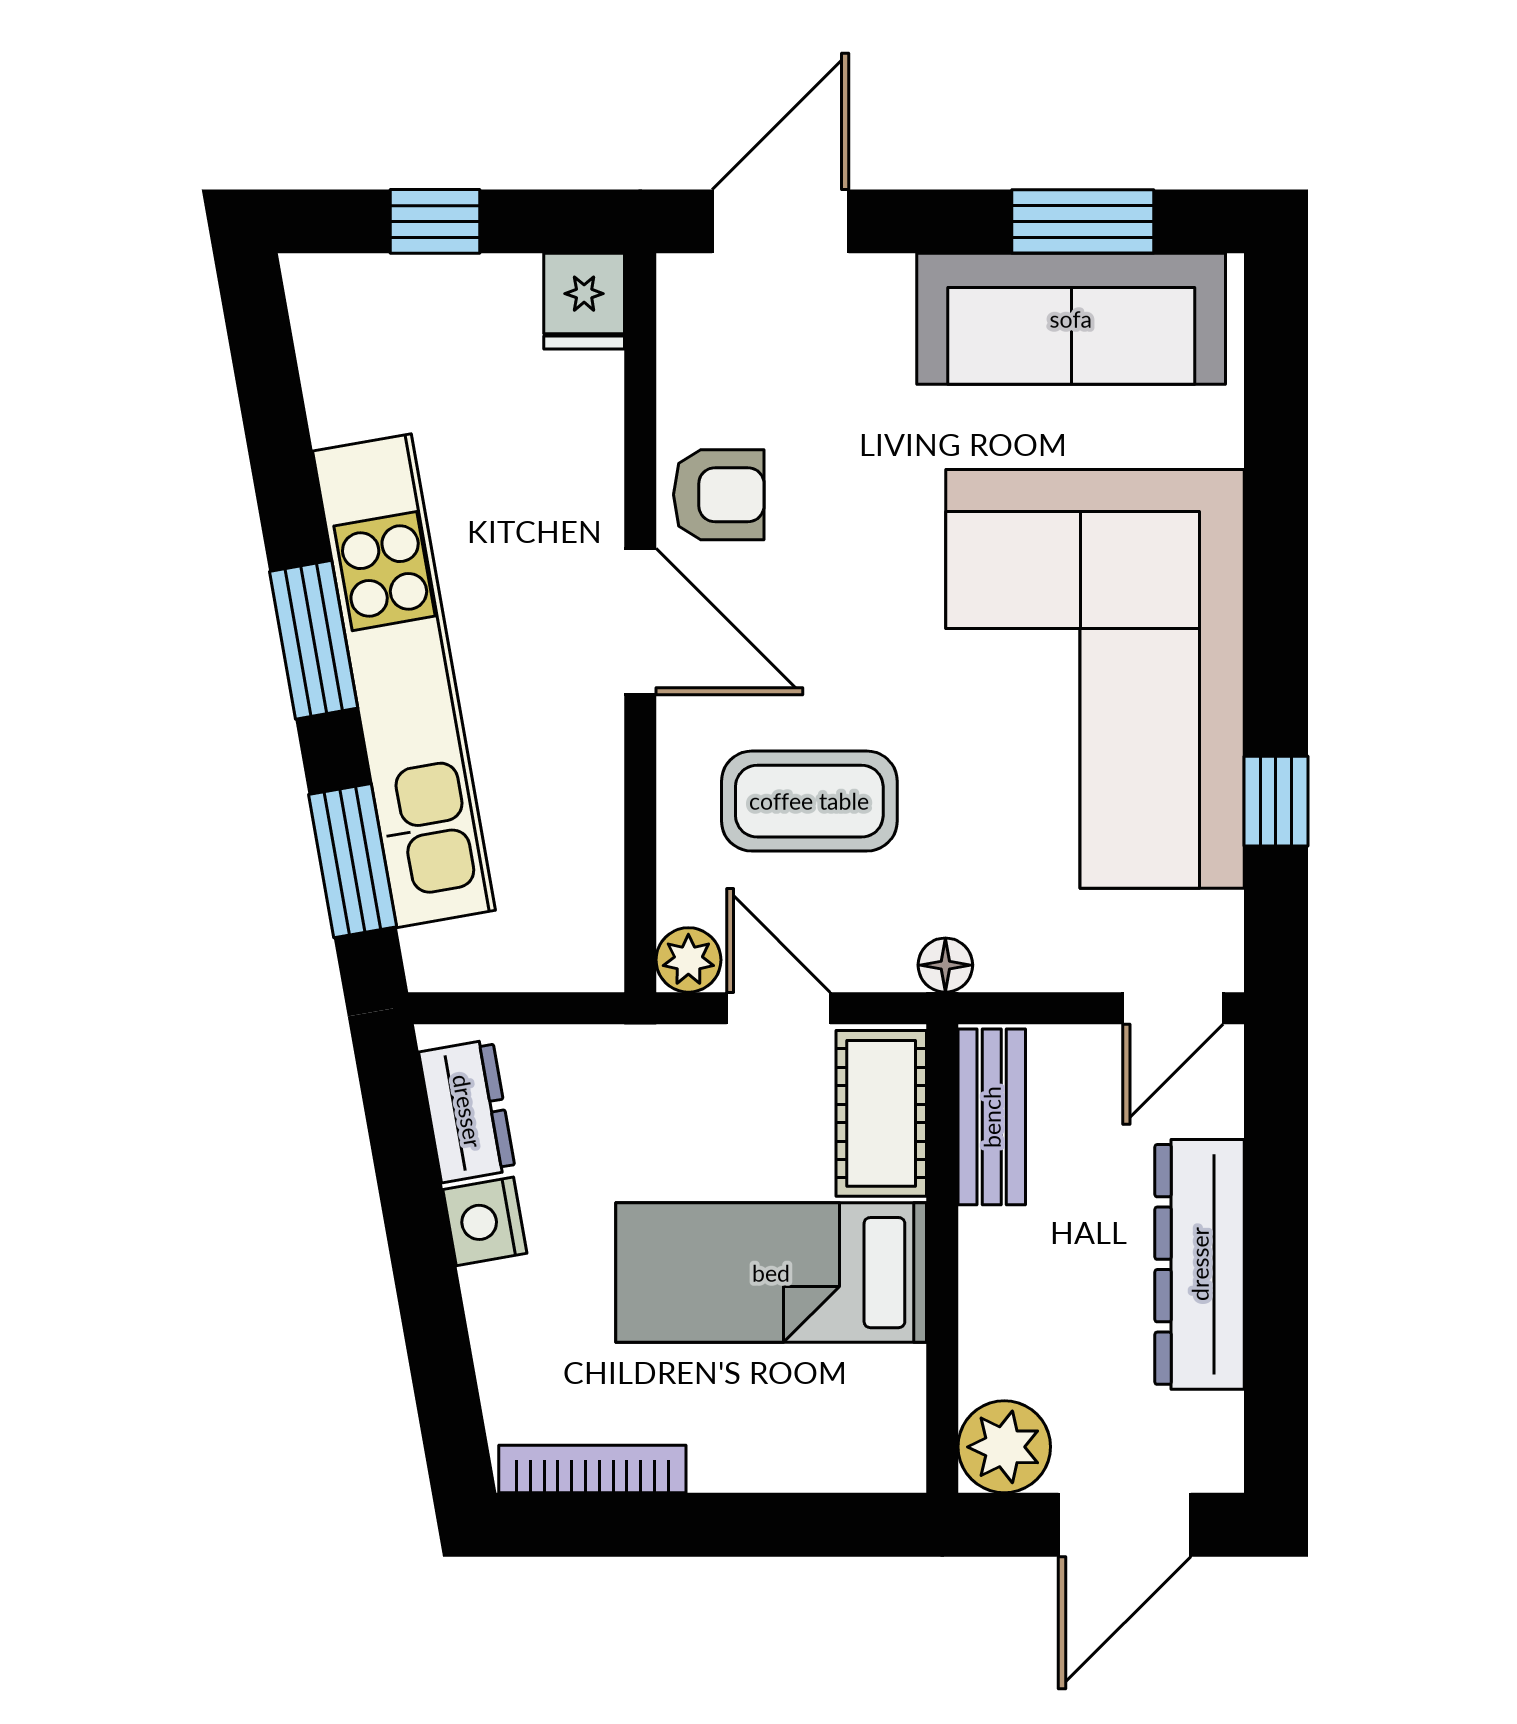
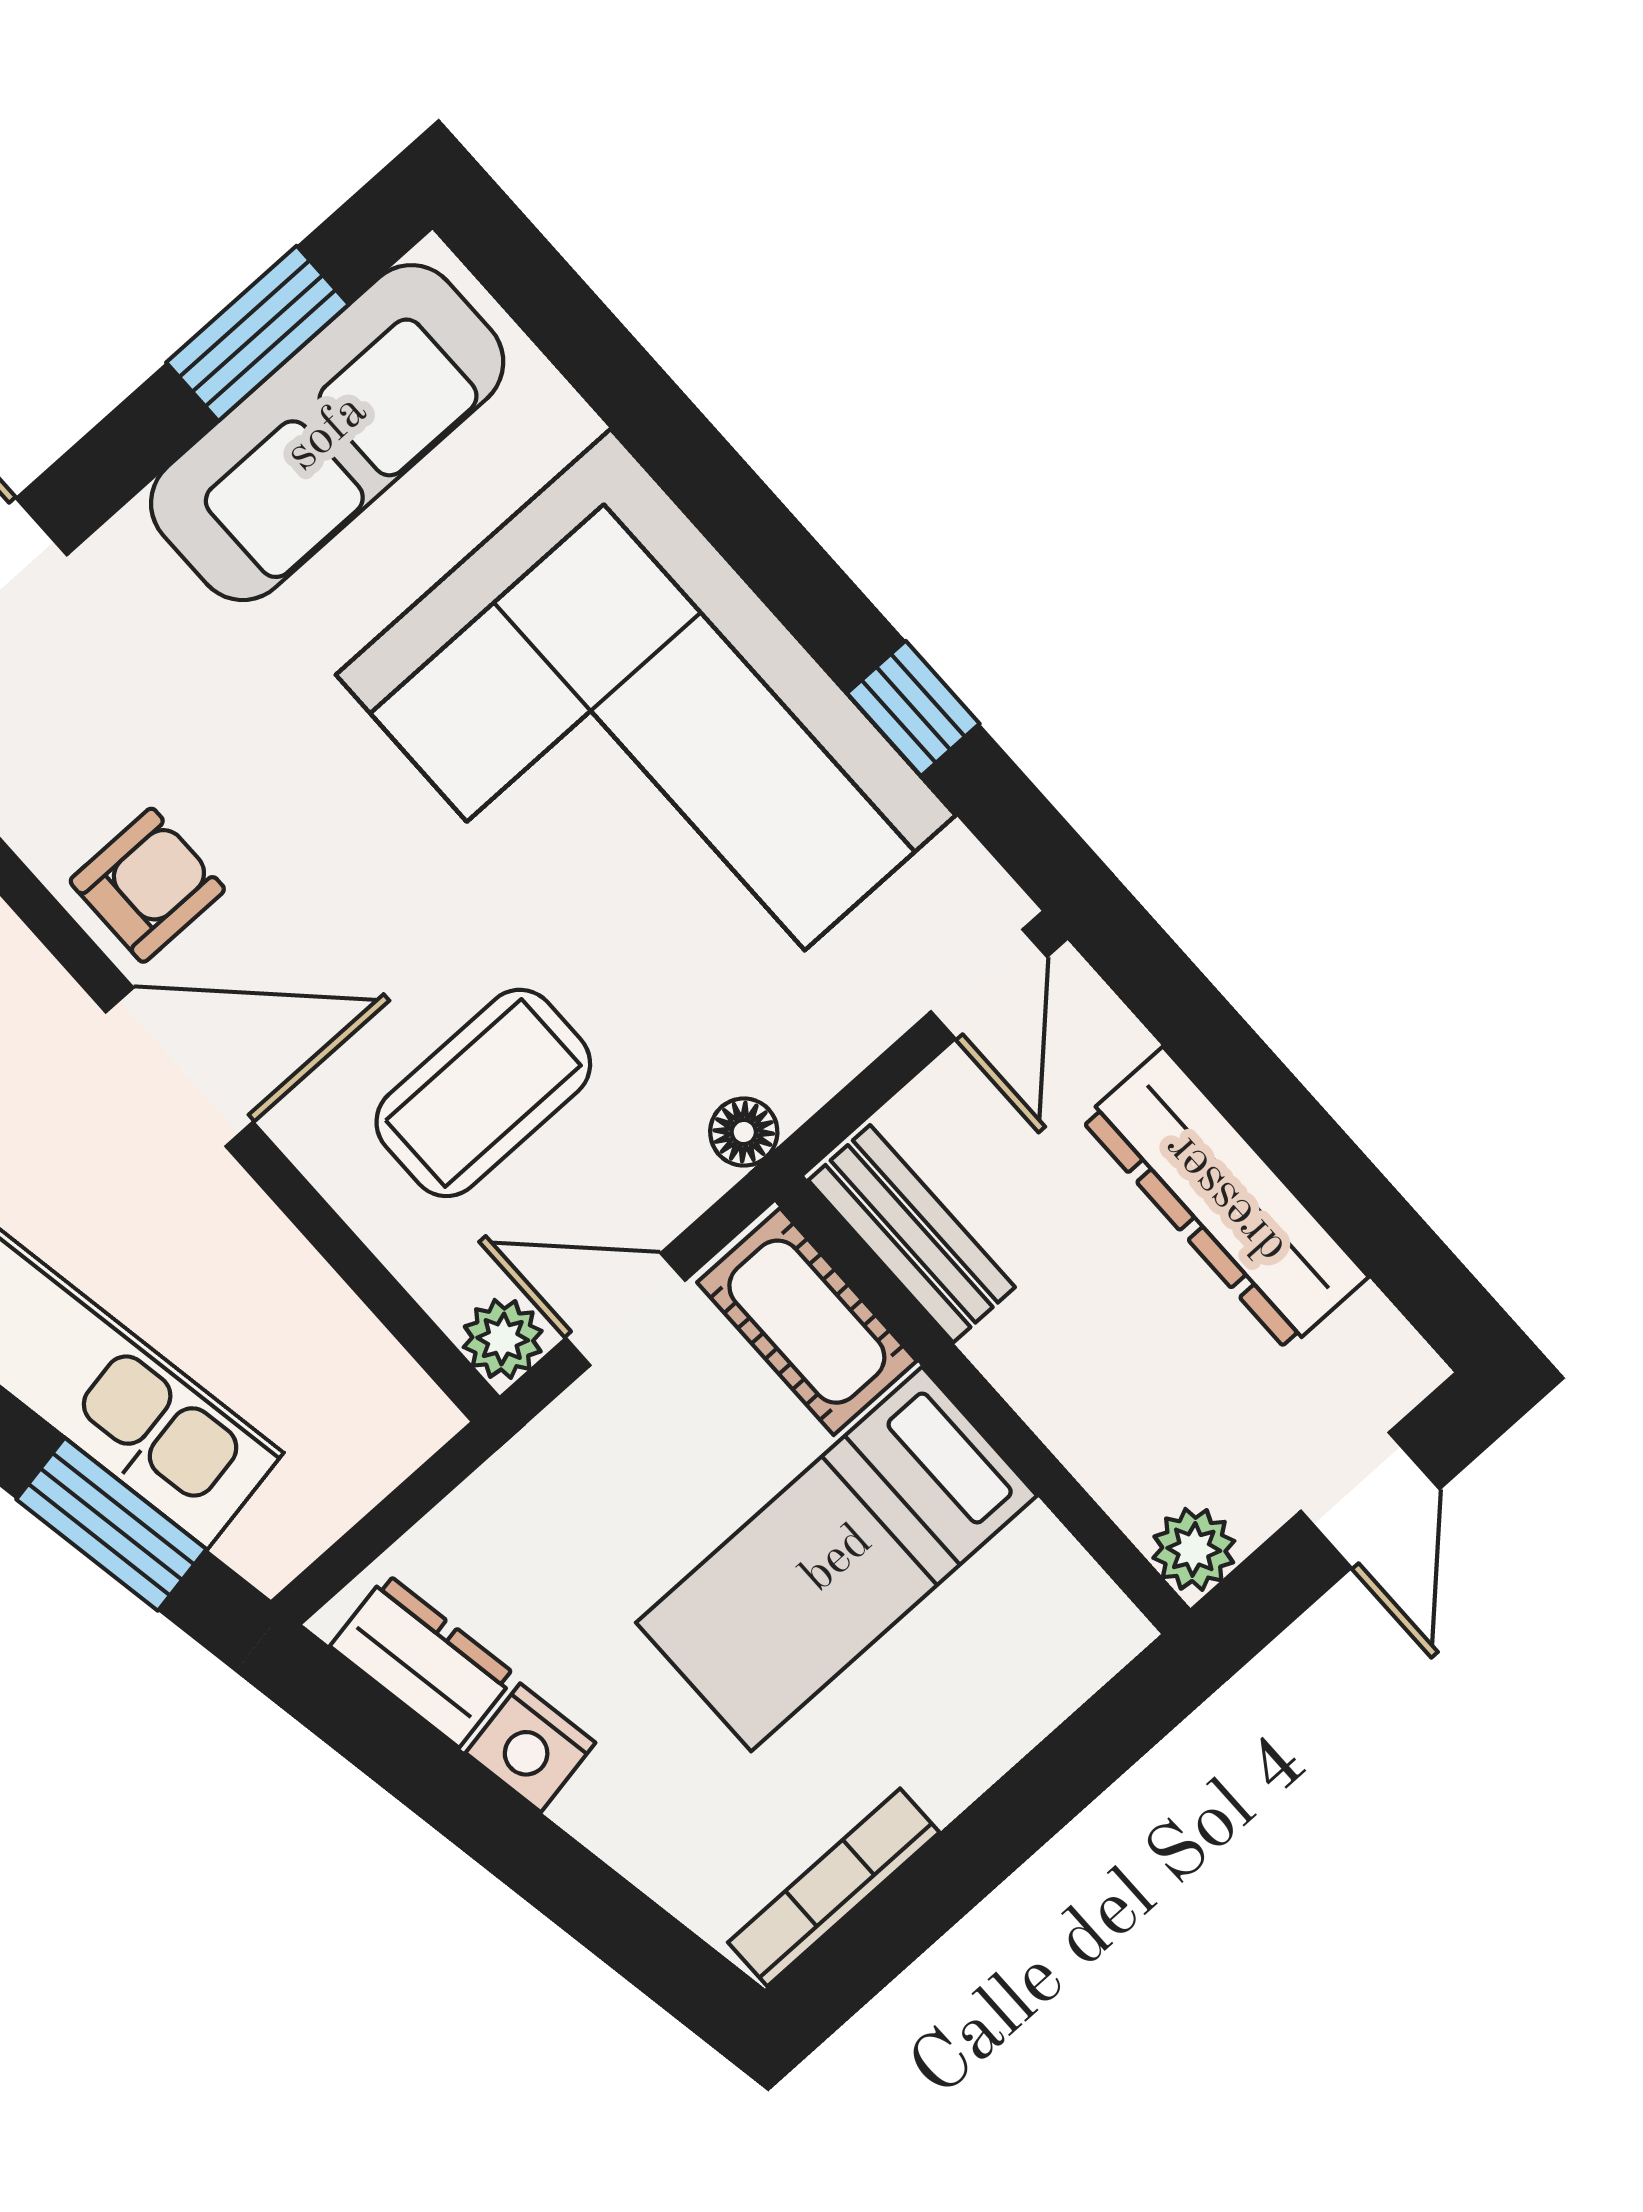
plant: (1004, 1447) -> (1194, 1549), width x0.73, depth x0.73
door: (1125, 1525) -> (1370, 1500), width x0.73

